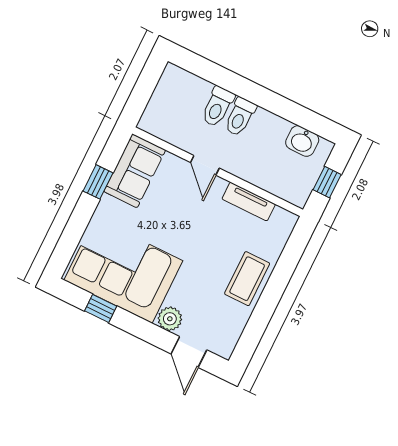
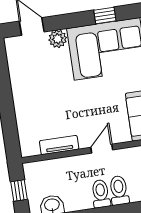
door: (205, 165) -> (102, 149), hinge flipped
coffee table: (247, 279) -> (27, 97), removed

